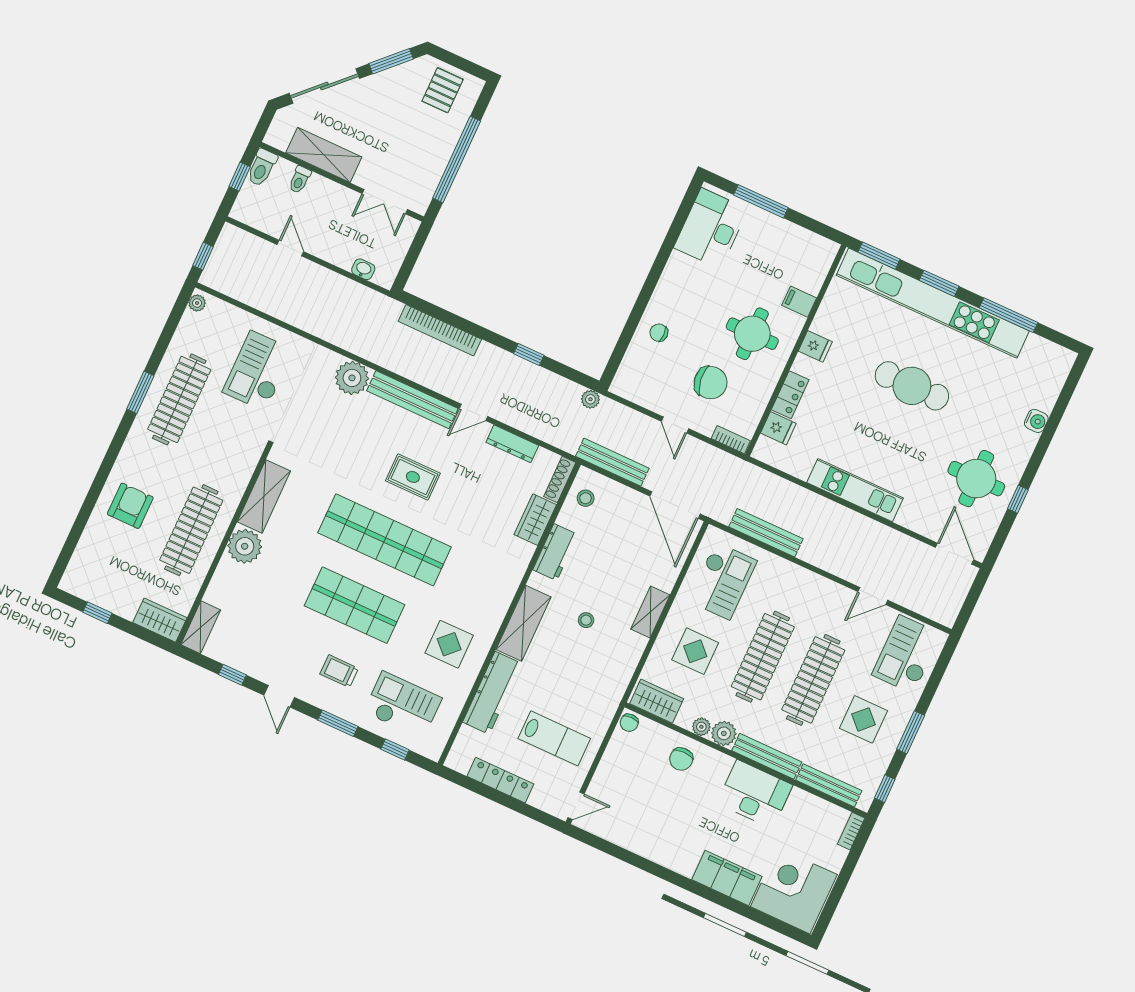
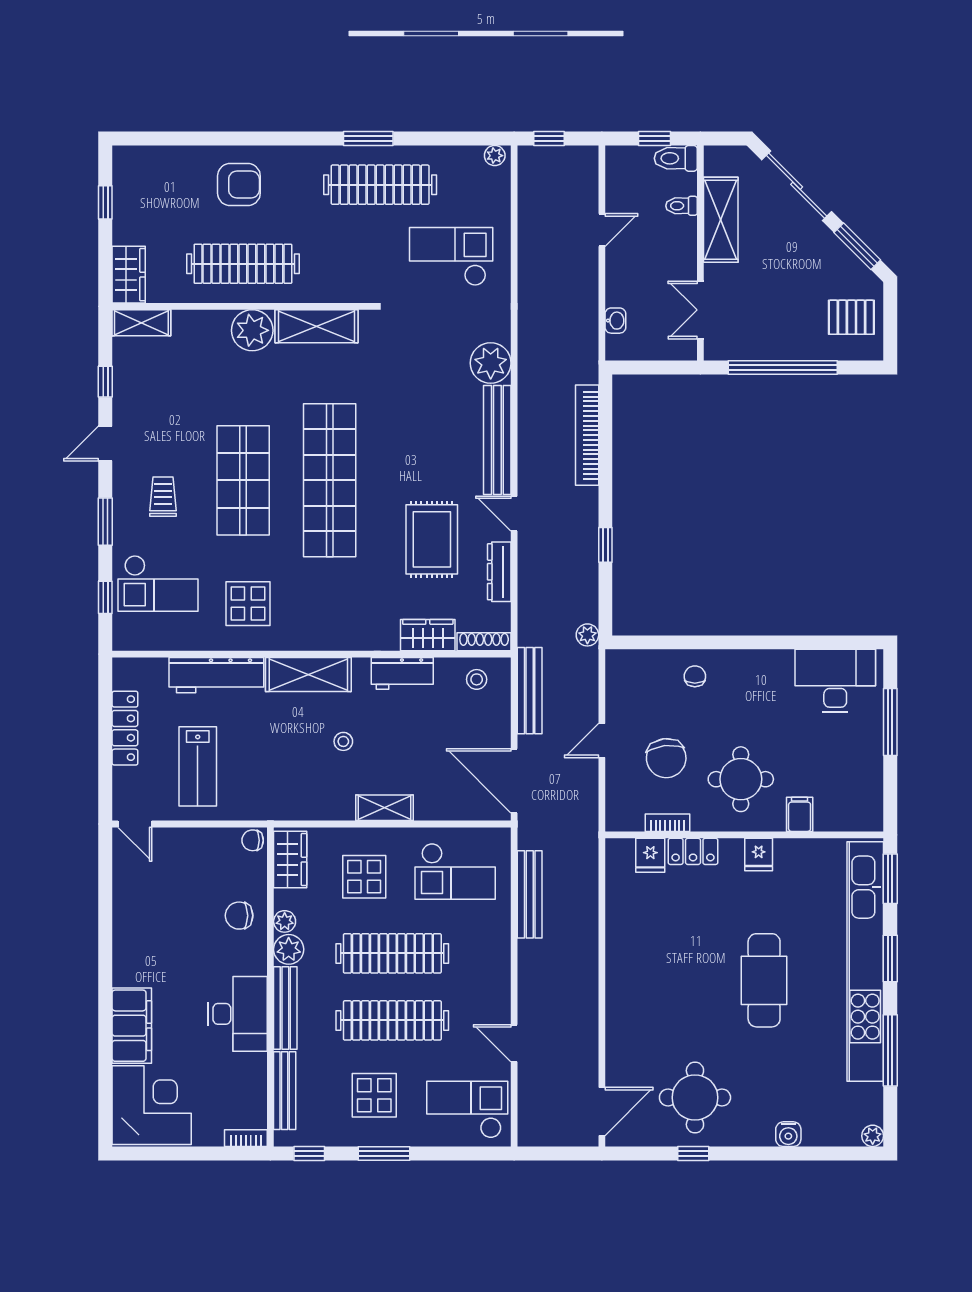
plant: (1067, 358) -> (873, 1136), added
bookcase: (731, 440) -> (667, 823), moved, turned -90
rug: (413, 477) -> (432, 539), moved, width x1.36, depth x1.43
kitchen unit: (855, 490) -> (621, 971), removed
door: (675, 505) -> (514, 781), hinge flipped
checkout: (403, 705) -> (158, 583), turned 90

